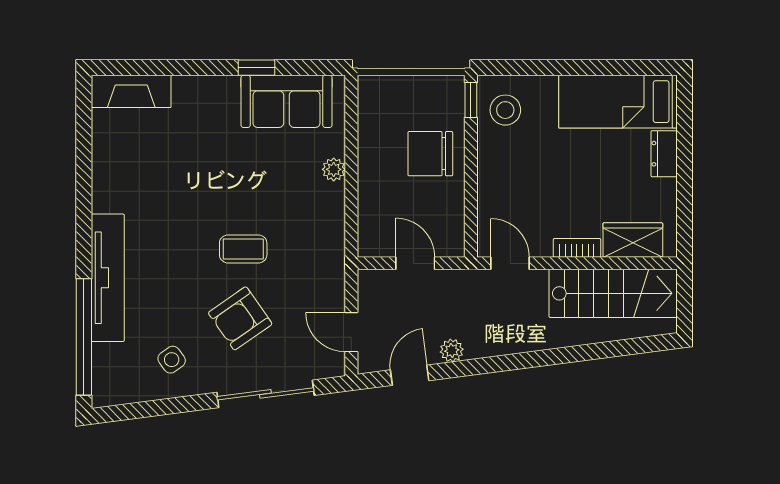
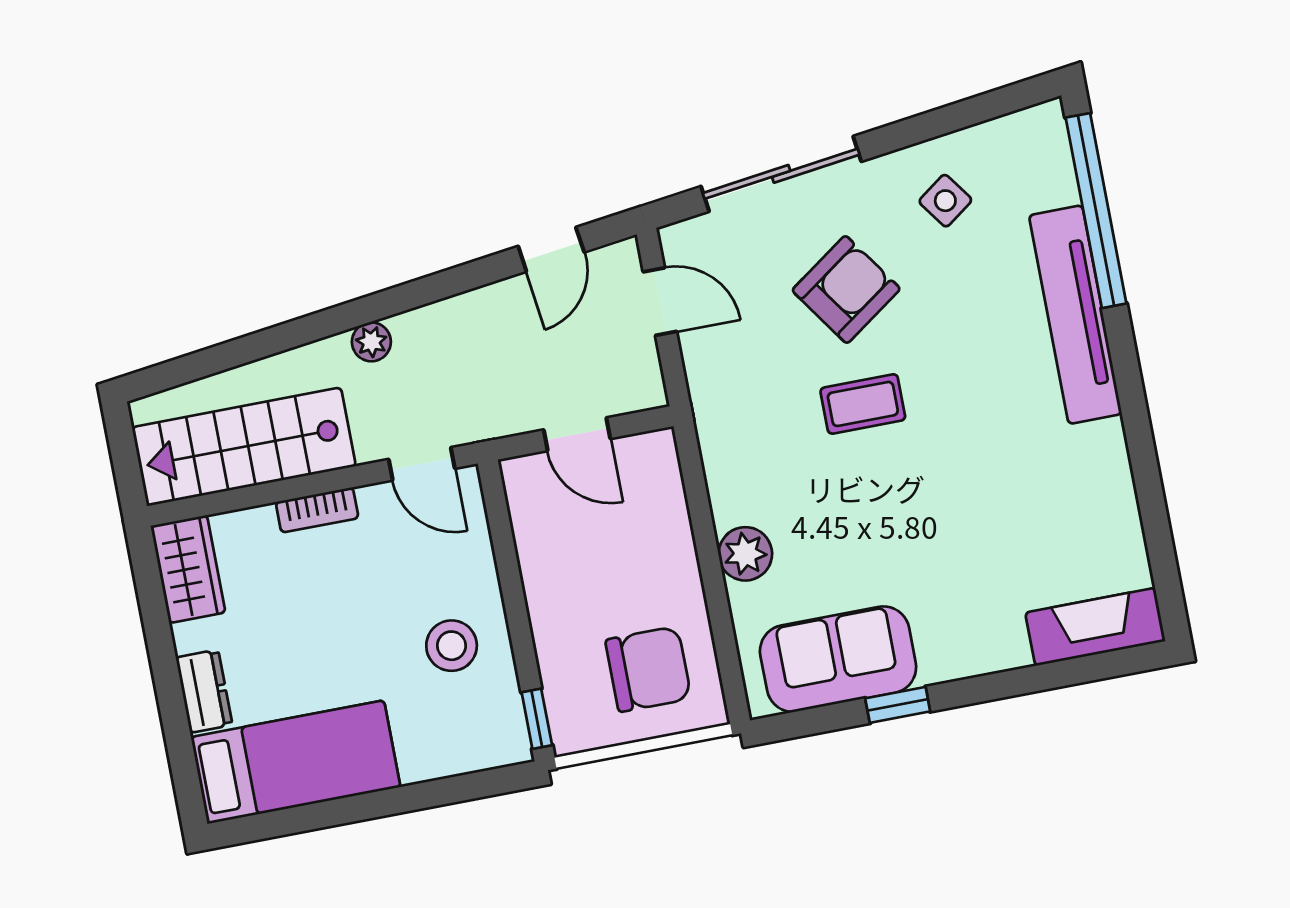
stool: (505, 110) -> (452, 646), moved
chair: (430, 154) -> (648, 669), moved
plant: (334, 169) -> (745, 554), width x1.38, depth x1.38
wardrobe: (633, 240) -> (188, 569), moved, turned -90
plant: (452, 351) -> (371, 342), moved

